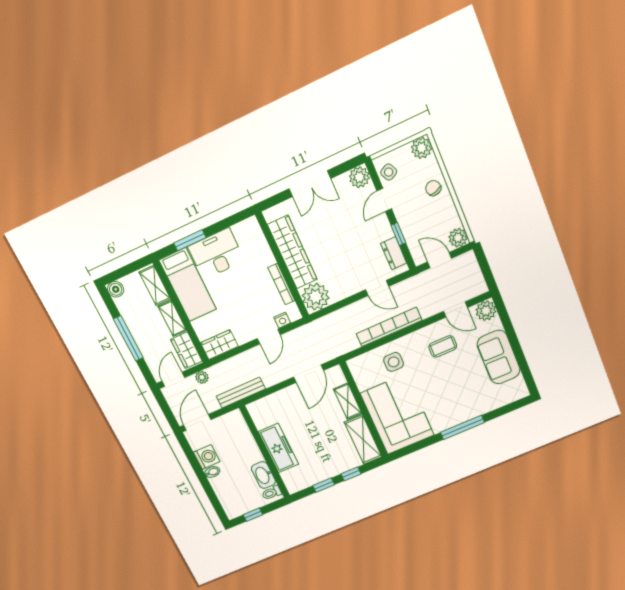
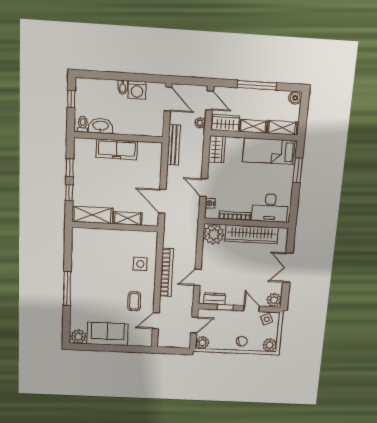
desk: (216, 254) -> (270, 208), moved, turned 90
plant: (486, 311) -> (79, 336), moved
corner sofa: (397, 414) -> (100, 248), removed

